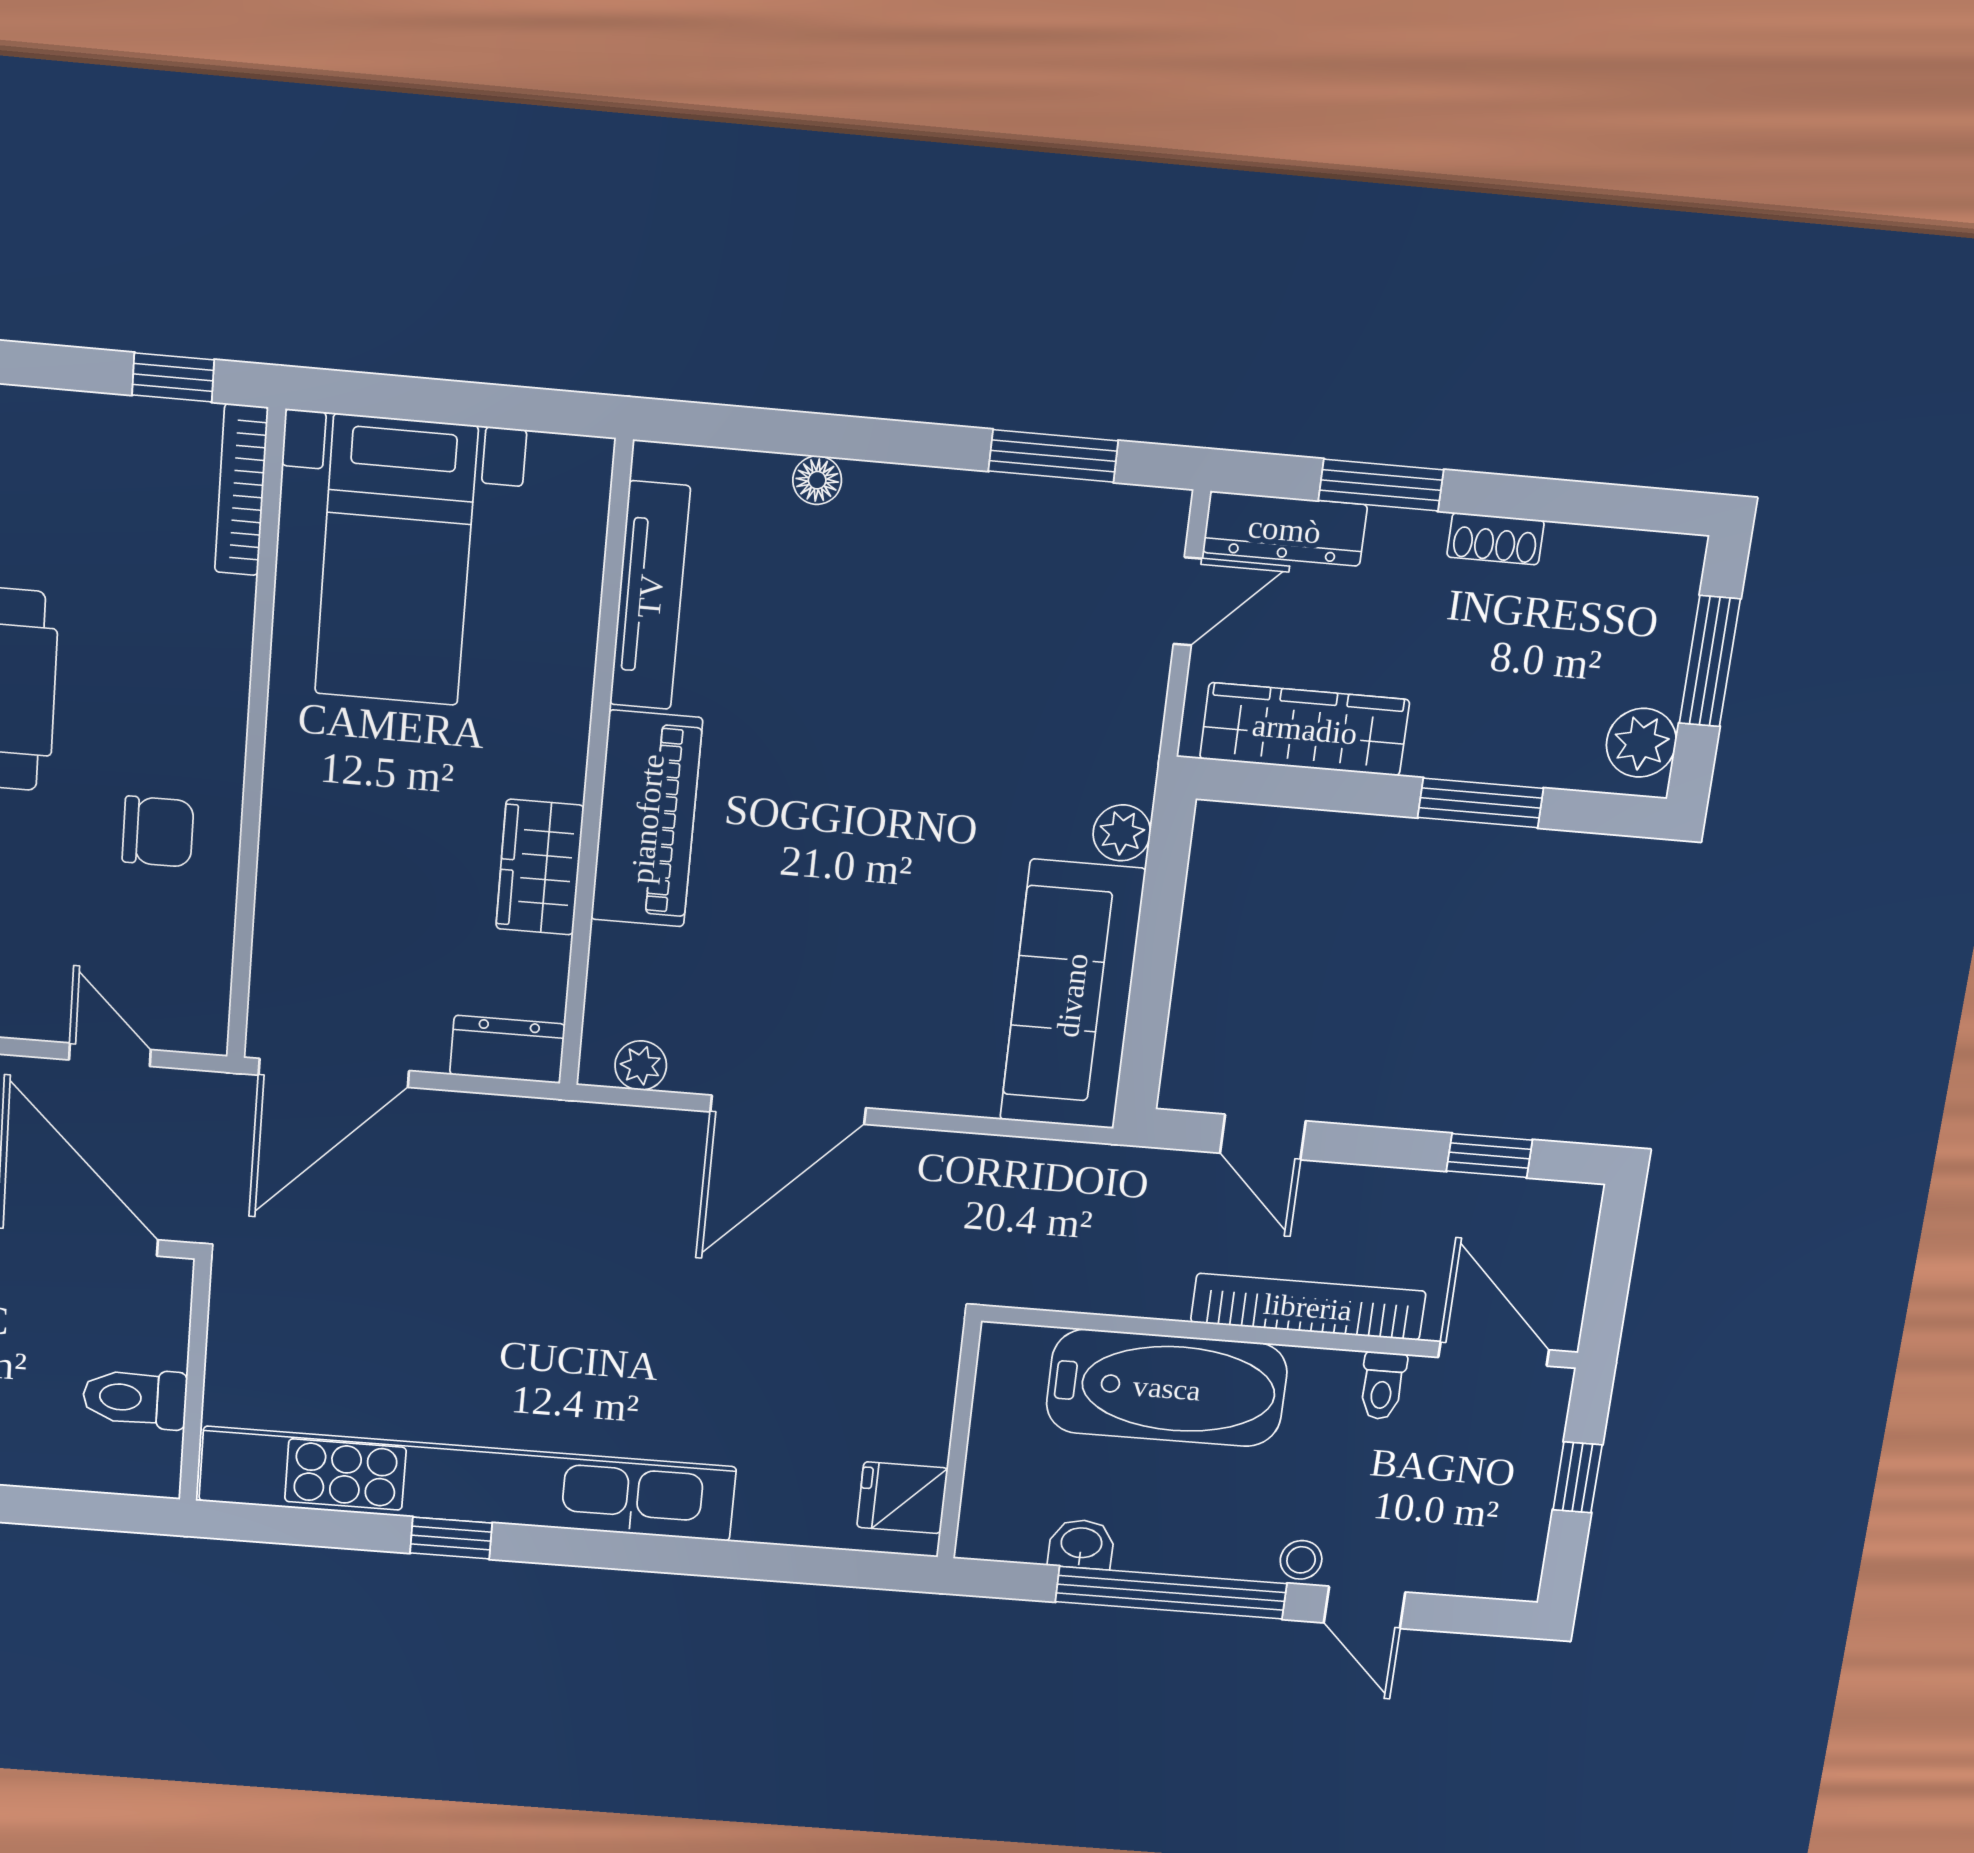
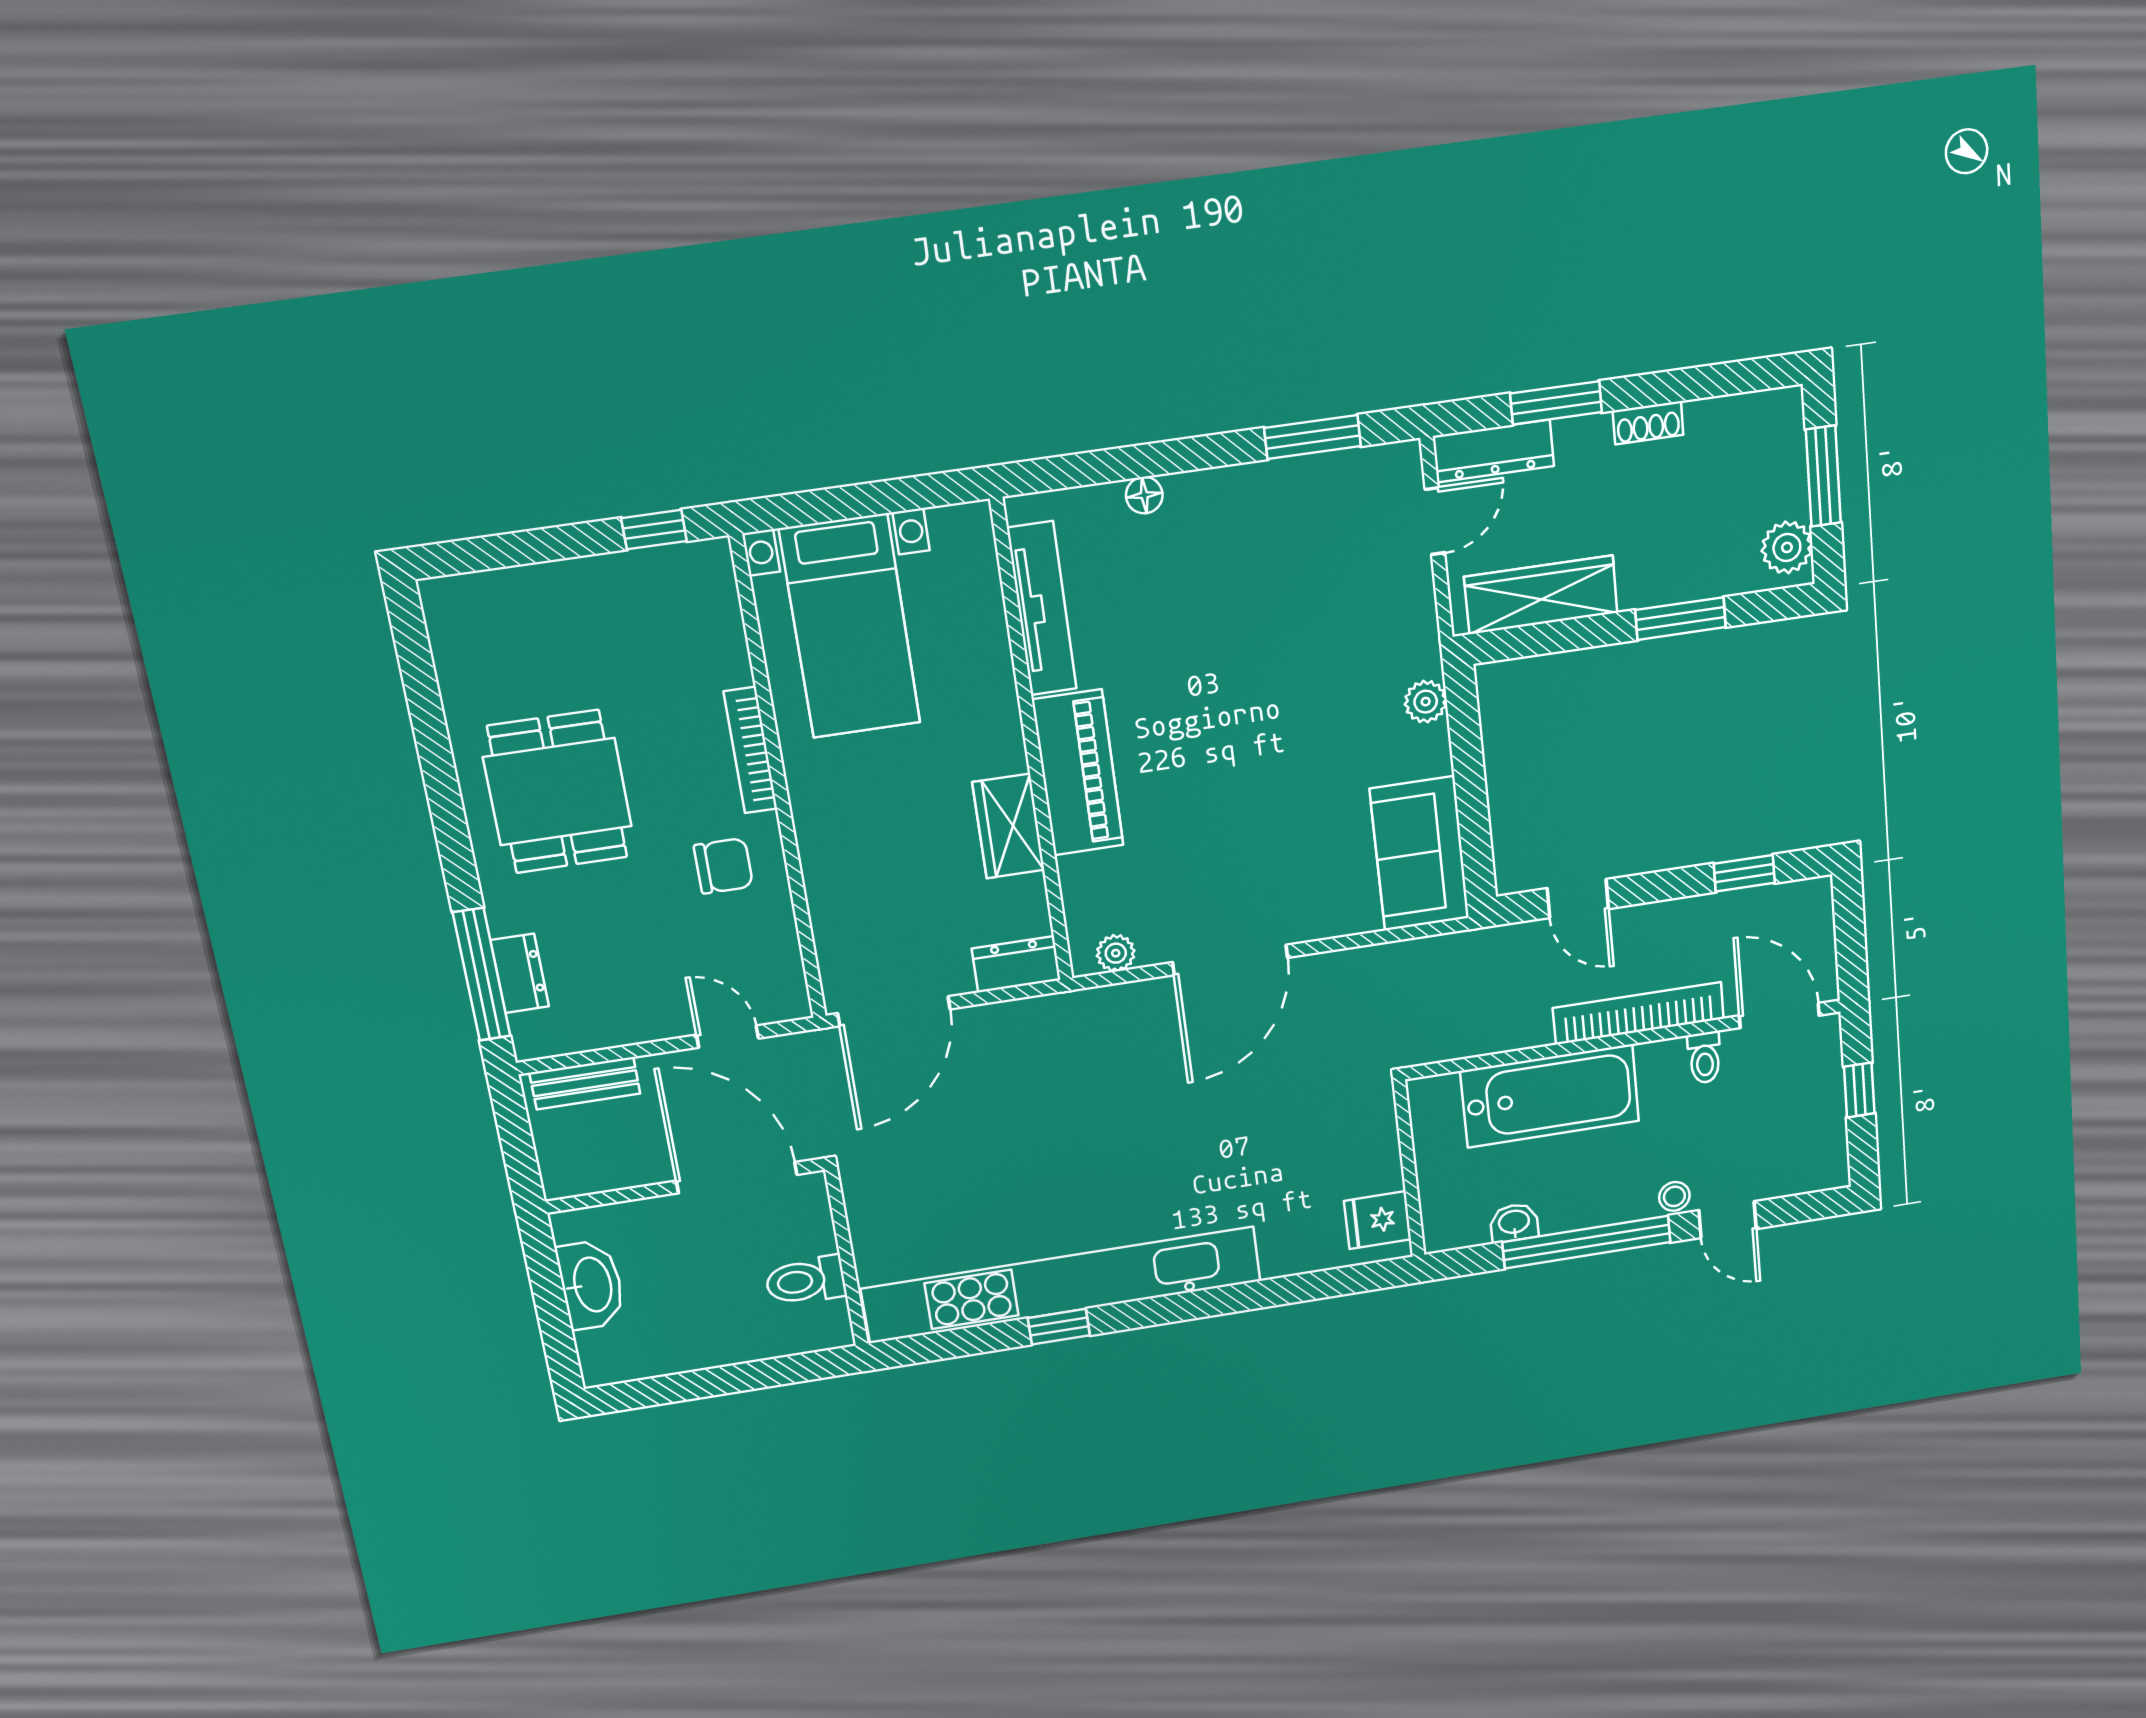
bookcase: (241, 490) -> (750, 750), moved
sofa: (1072, 995) -> (1419, 854), width x0.73

